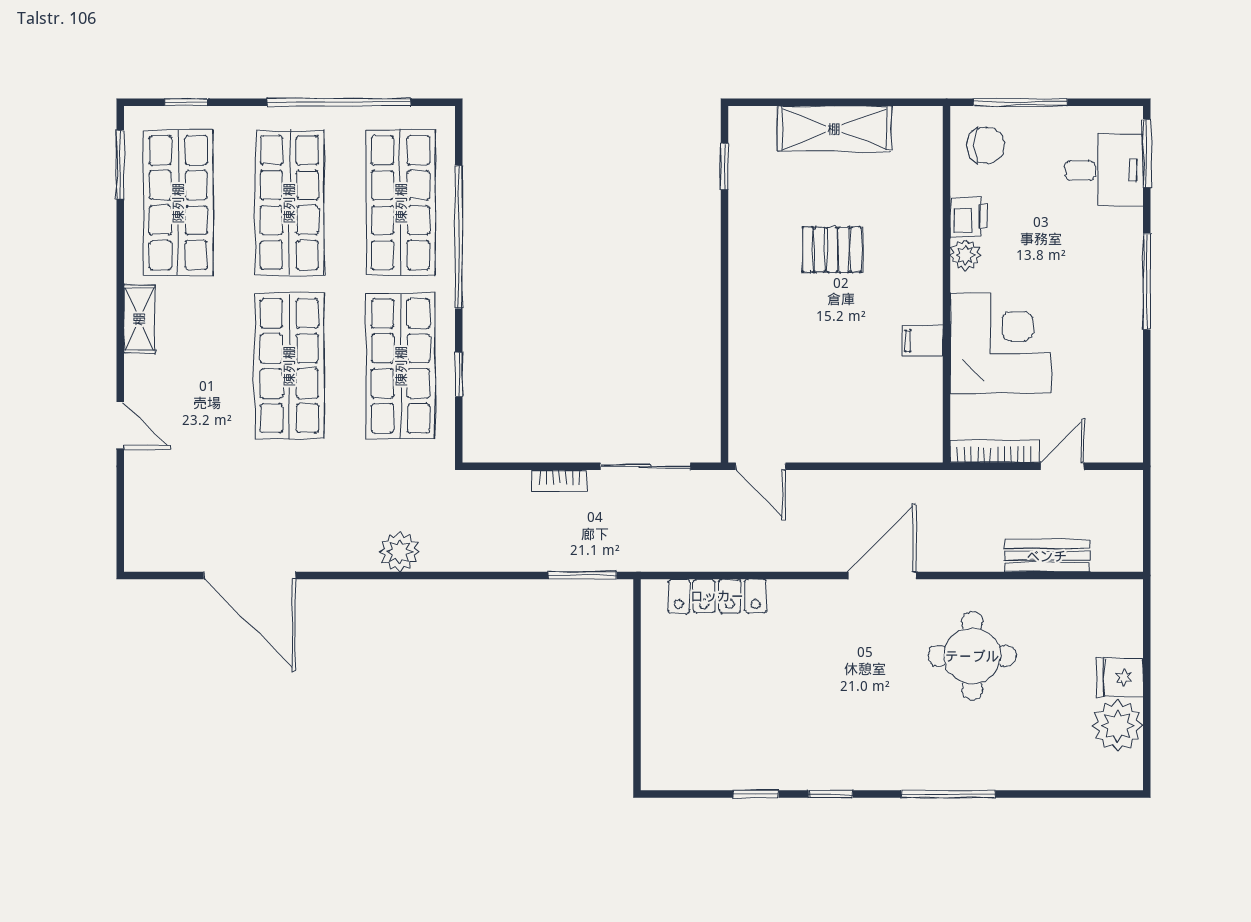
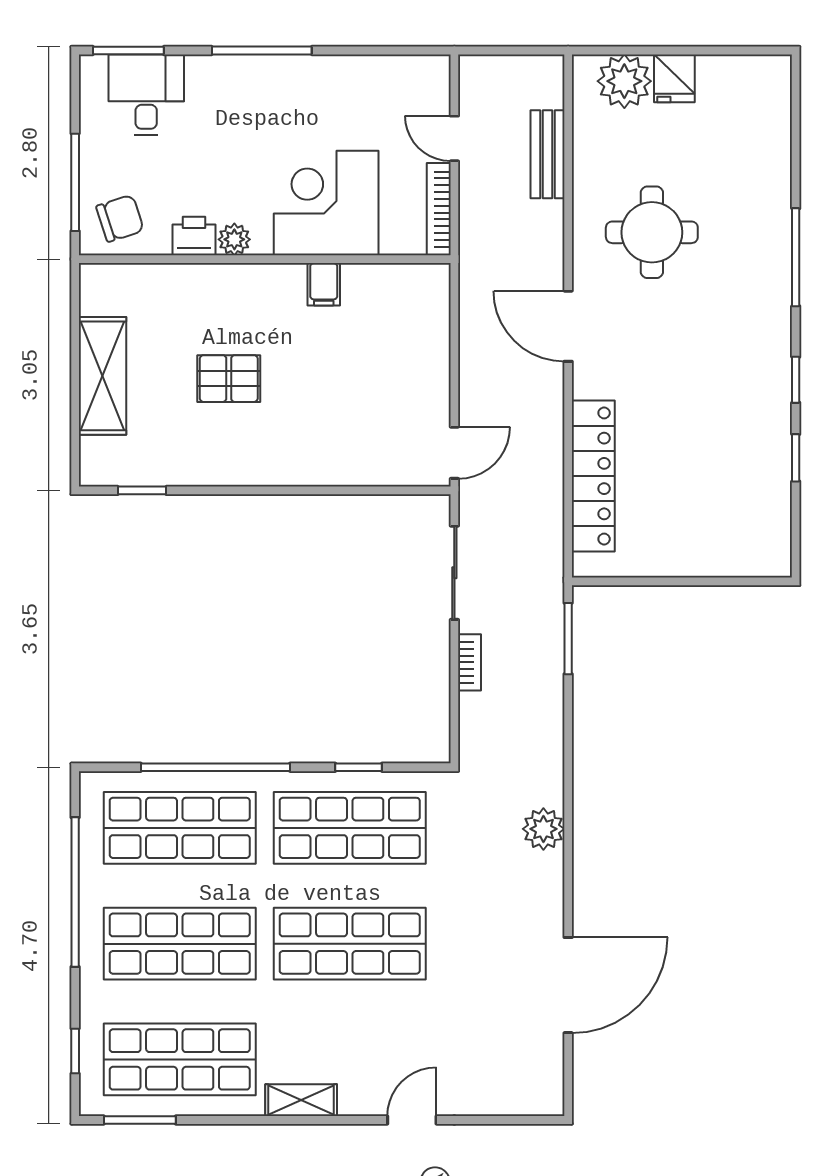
chair: (986, 145) -> (120, 218), turned 72
pallet: (832, 250) -> (229, 379), turned 90
locker: (717, 596) -> (593, 476), width x1.41, depth x1.21
plant: (1117, 726) -> (624, 81), moved

